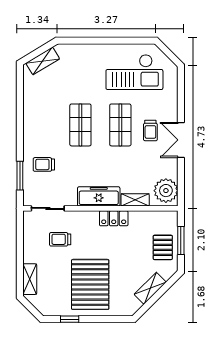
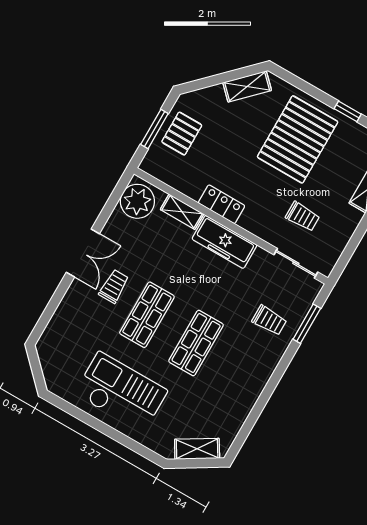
checkout: (134, 72) -> (121, 392), moved
shelving: (150, 288) -> (247, 86), moved

